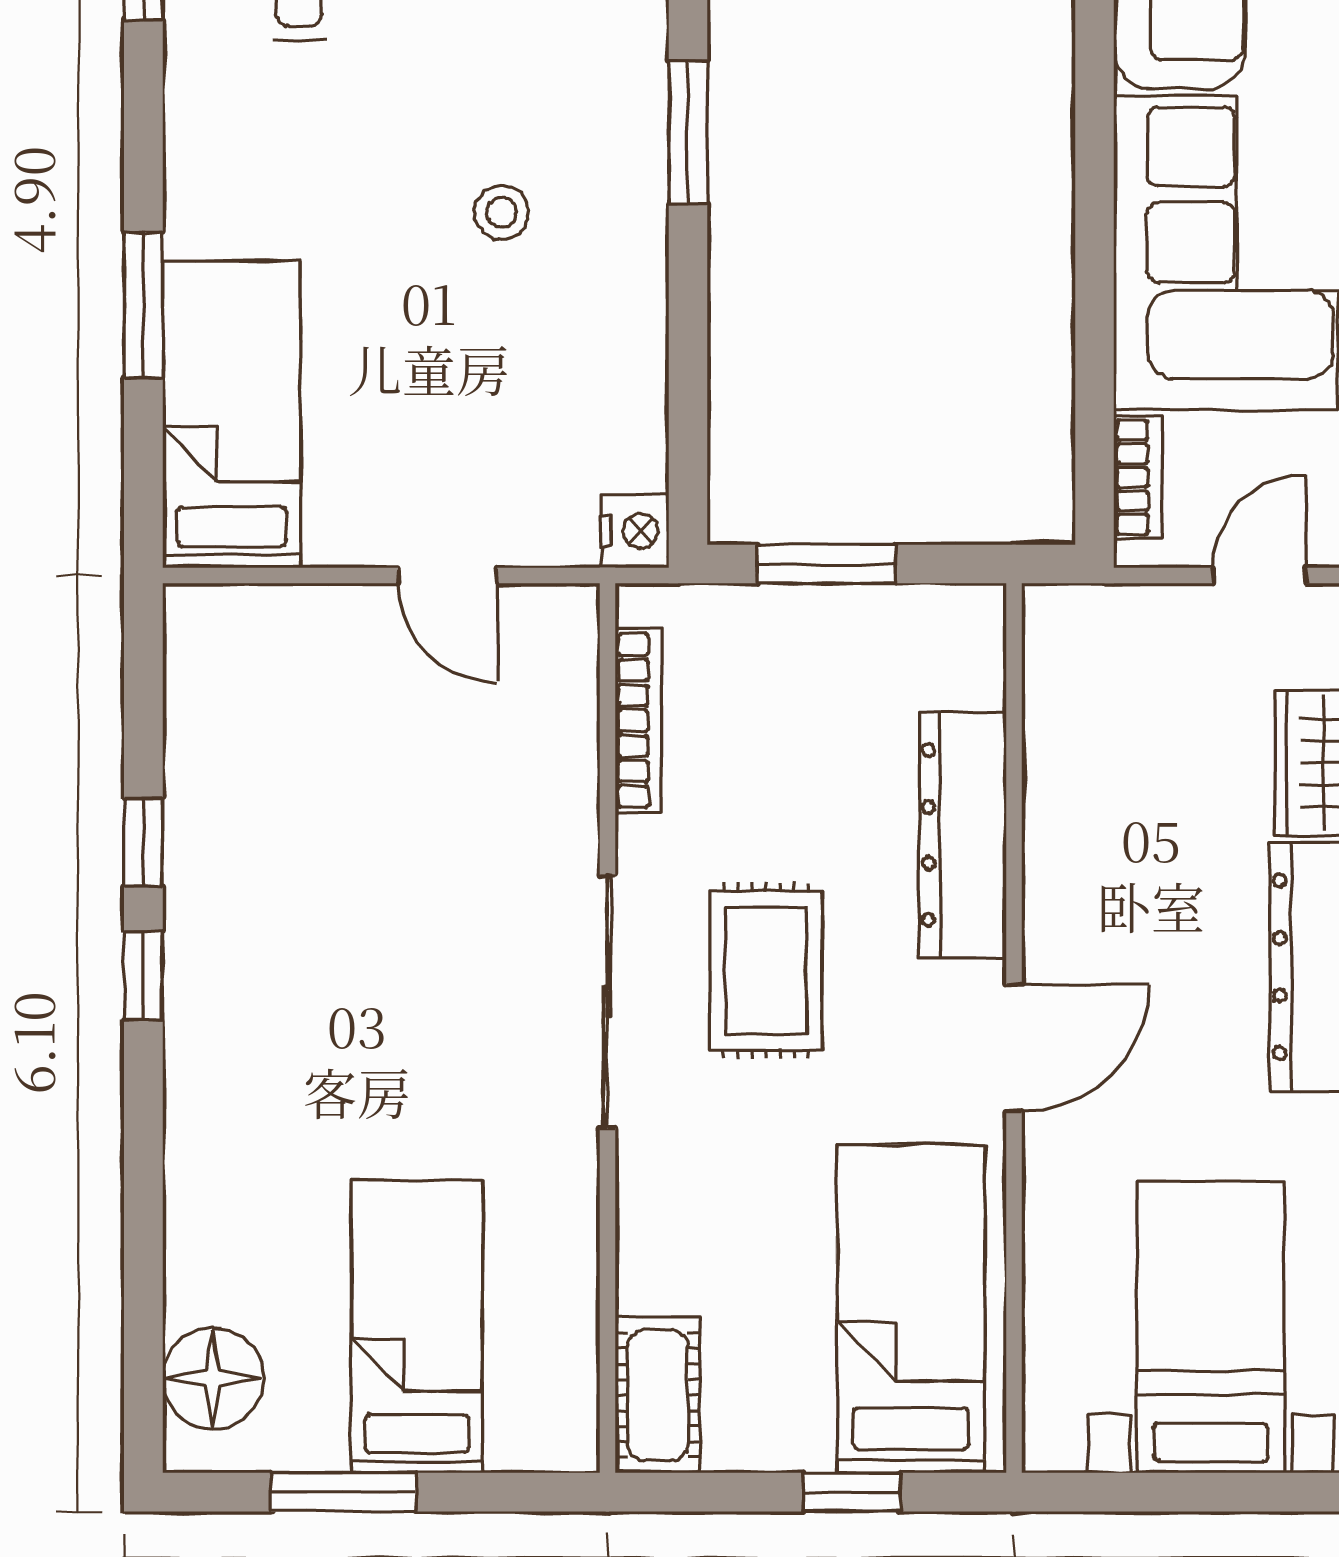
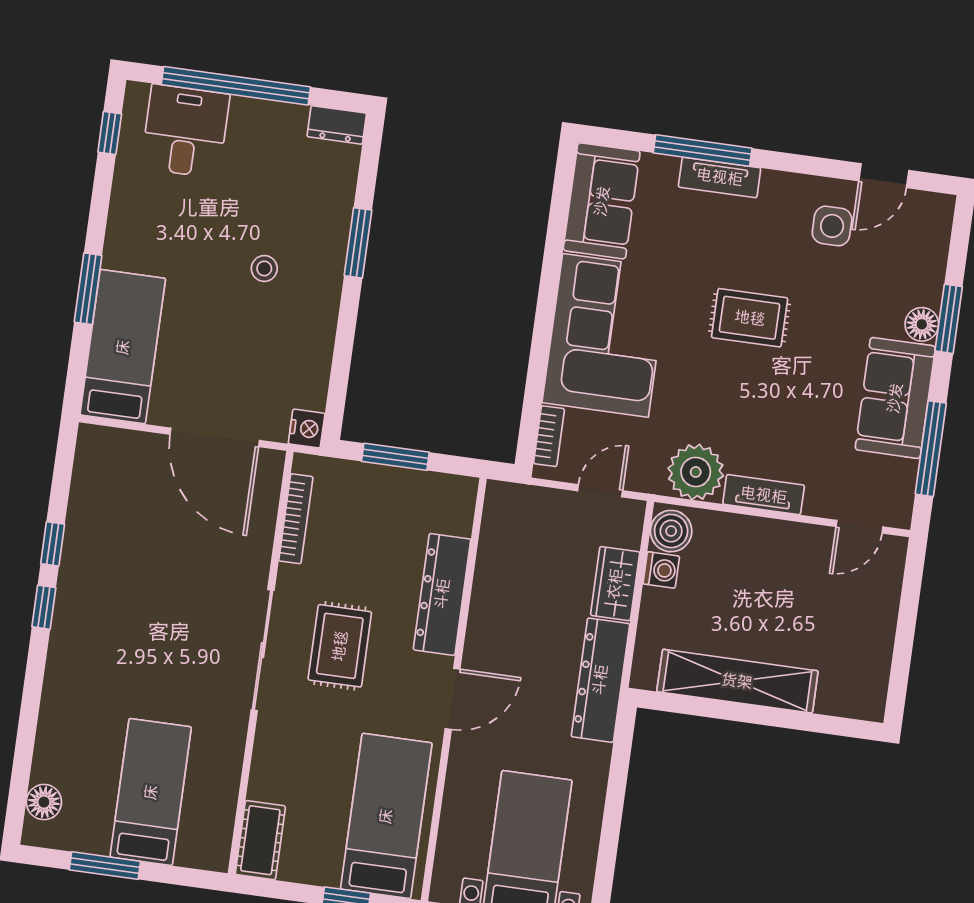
door: (448, 575) -> (215, 437), width x1.87
floor lamp: (213, 1378) -> (44, 802), width x0.73, depth x0.73

